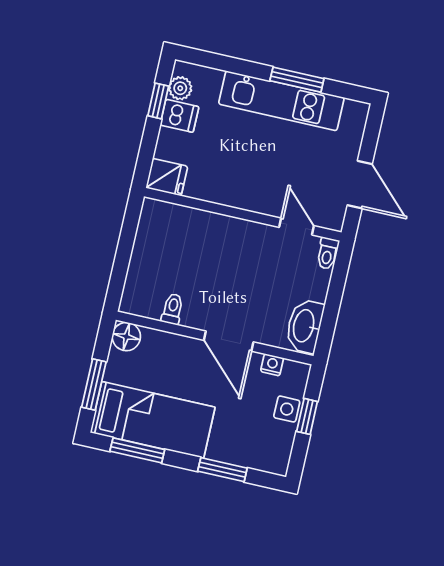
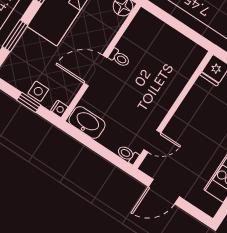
toilet: (172, 309) -> (119, 58), moved
nightstand: (272, 365) -> (59, 109), moved

